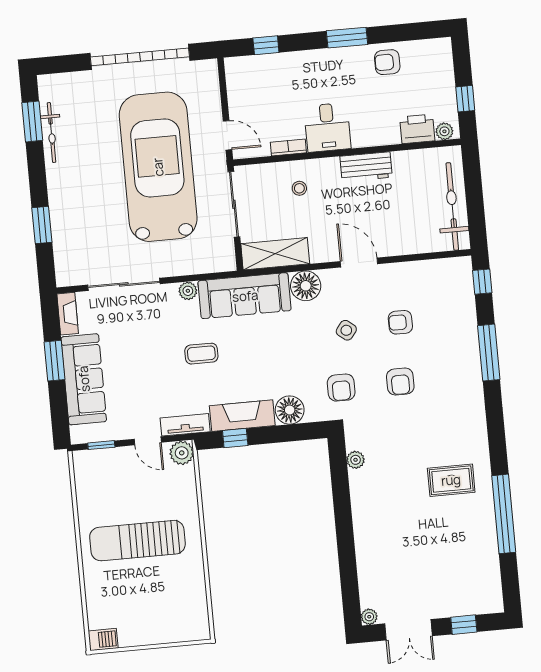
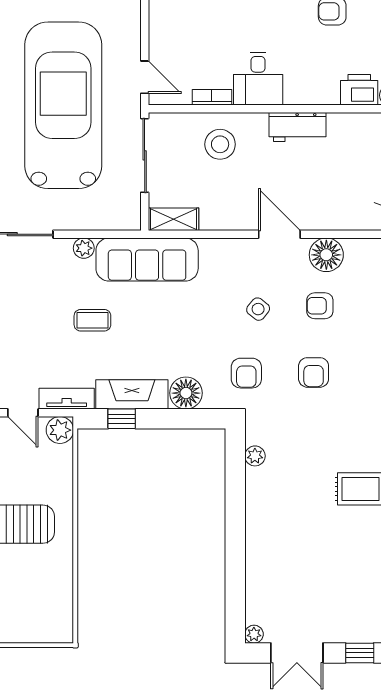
stool: (299, 188) -> (220, 144), width x1.89, depth x1.89
shelving: (275, 254) -> (173, 219), width x0.67, depth x0.75
floor lamp: (306, 286) -> (326, 255), moved

